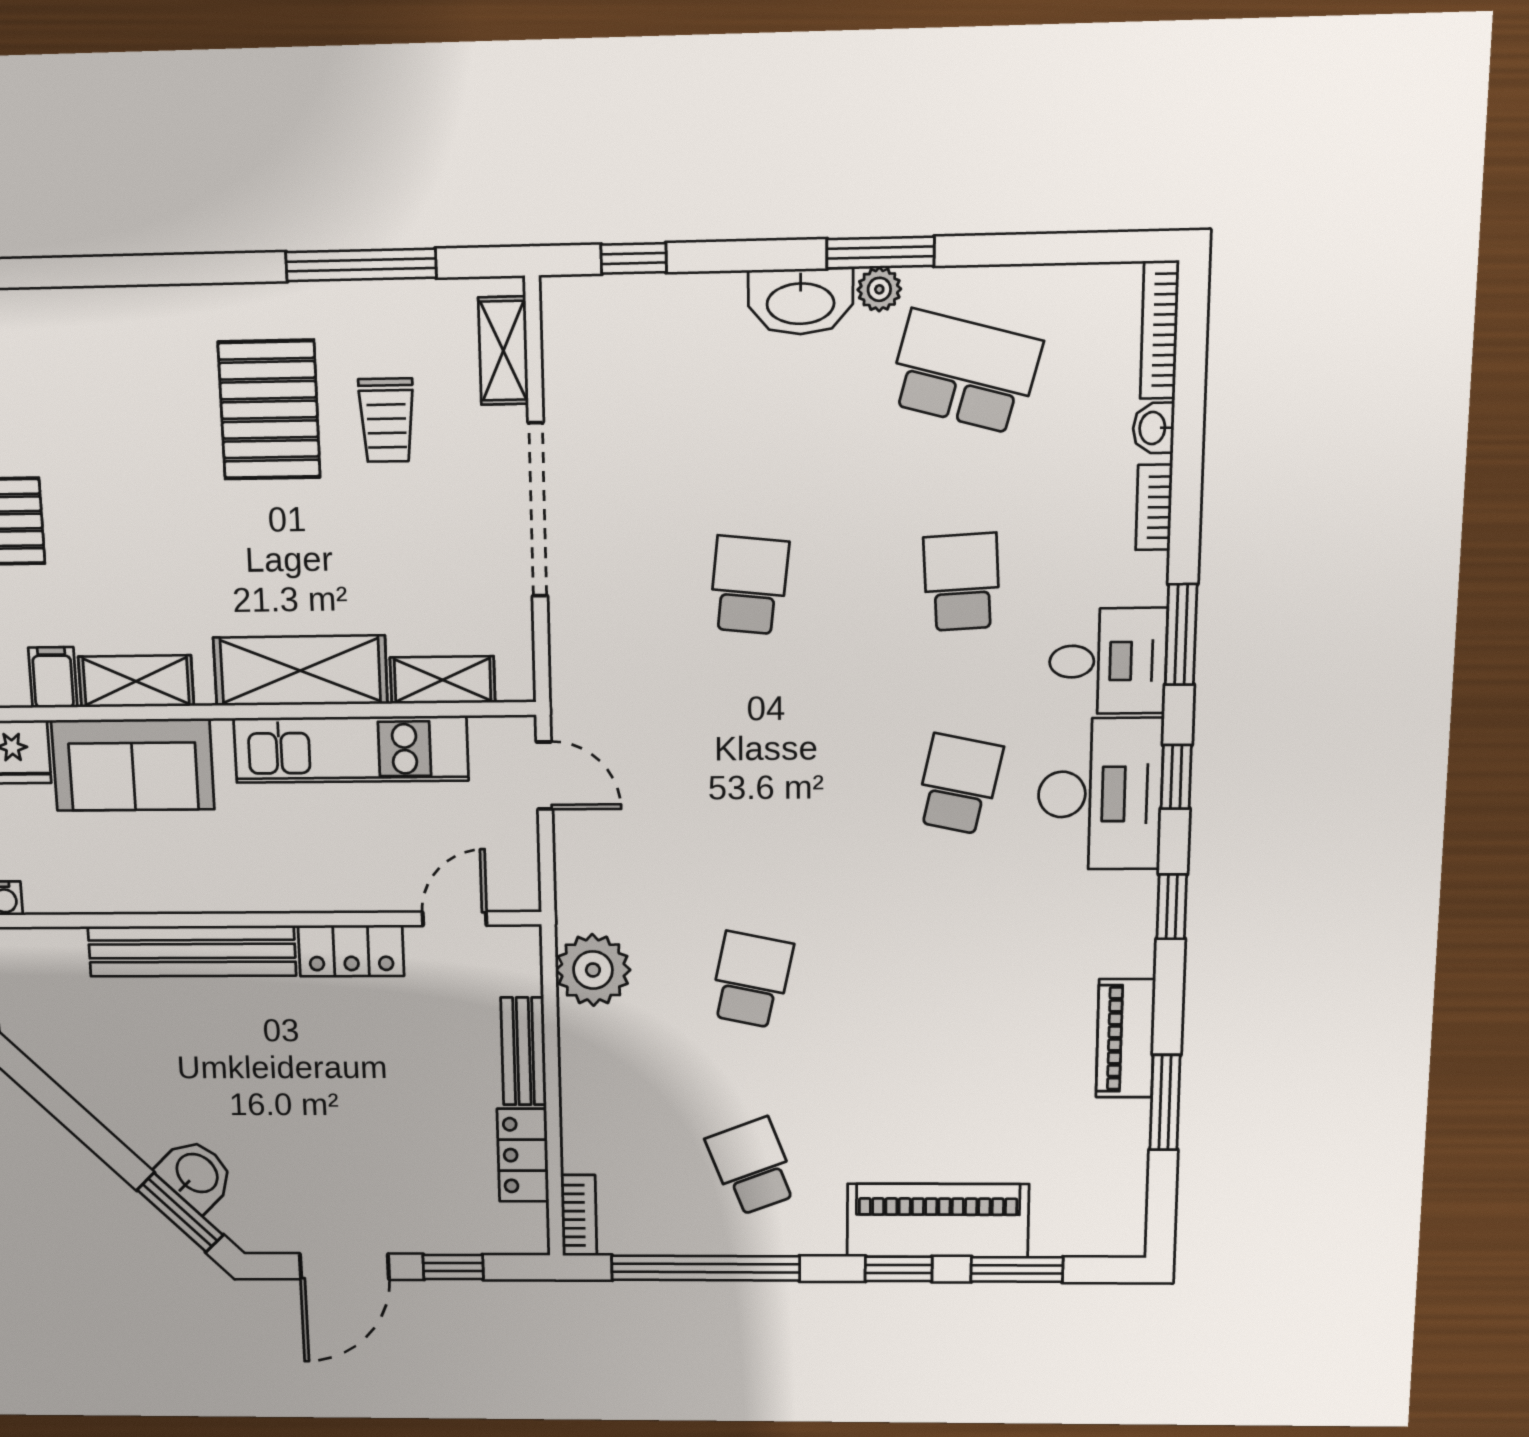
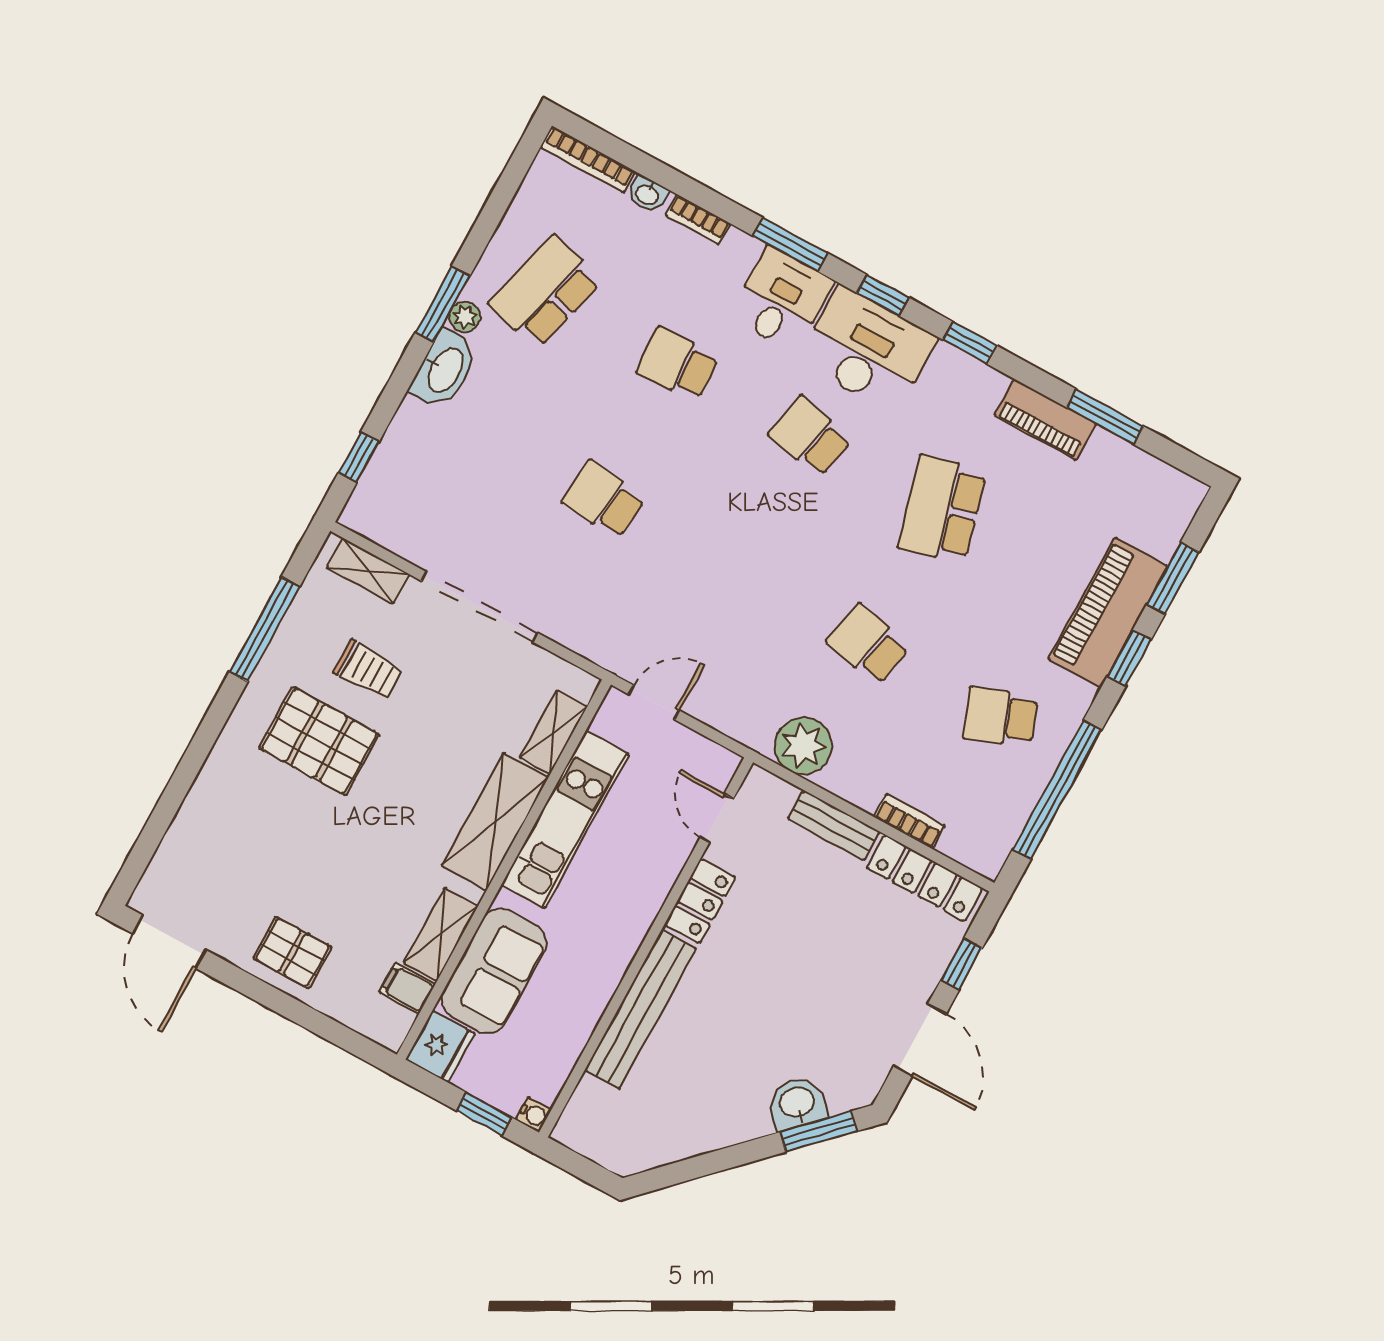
school desk: (956, 979) -> (942, 509), added
locker: (523, 1155) -> (925, 878), width x1.53
bookcase: (579, 1215) -> (909, 821), moved

